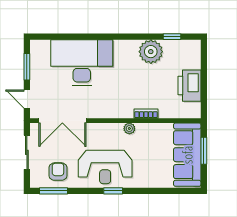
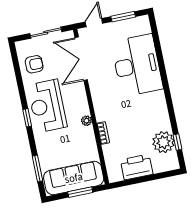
plant: (151, 52) -> (163, 142), moved
window: (54, 191) -> (38, 168), moved

